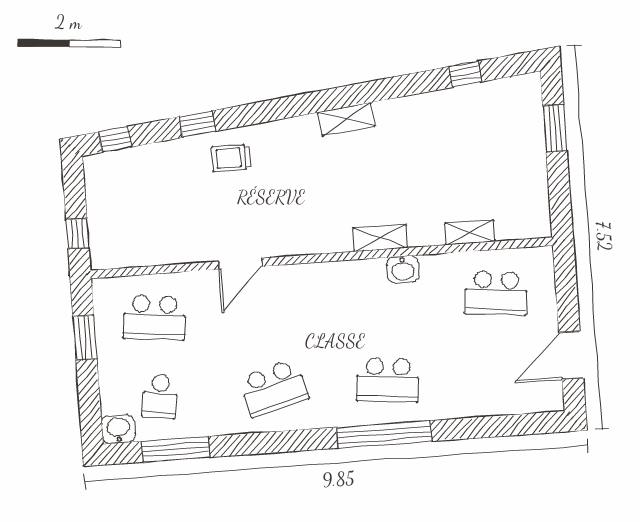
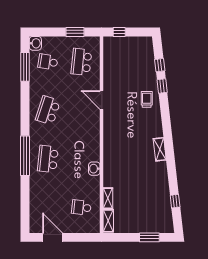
window: (115, 139) -> (160, 65), moved
shelving: (380, 238) -> (108, 221), moved
school desk: (496, 293) -> (81, 207), width x0.54
school desk: (274, 388) -> (48, 110), turned 33

